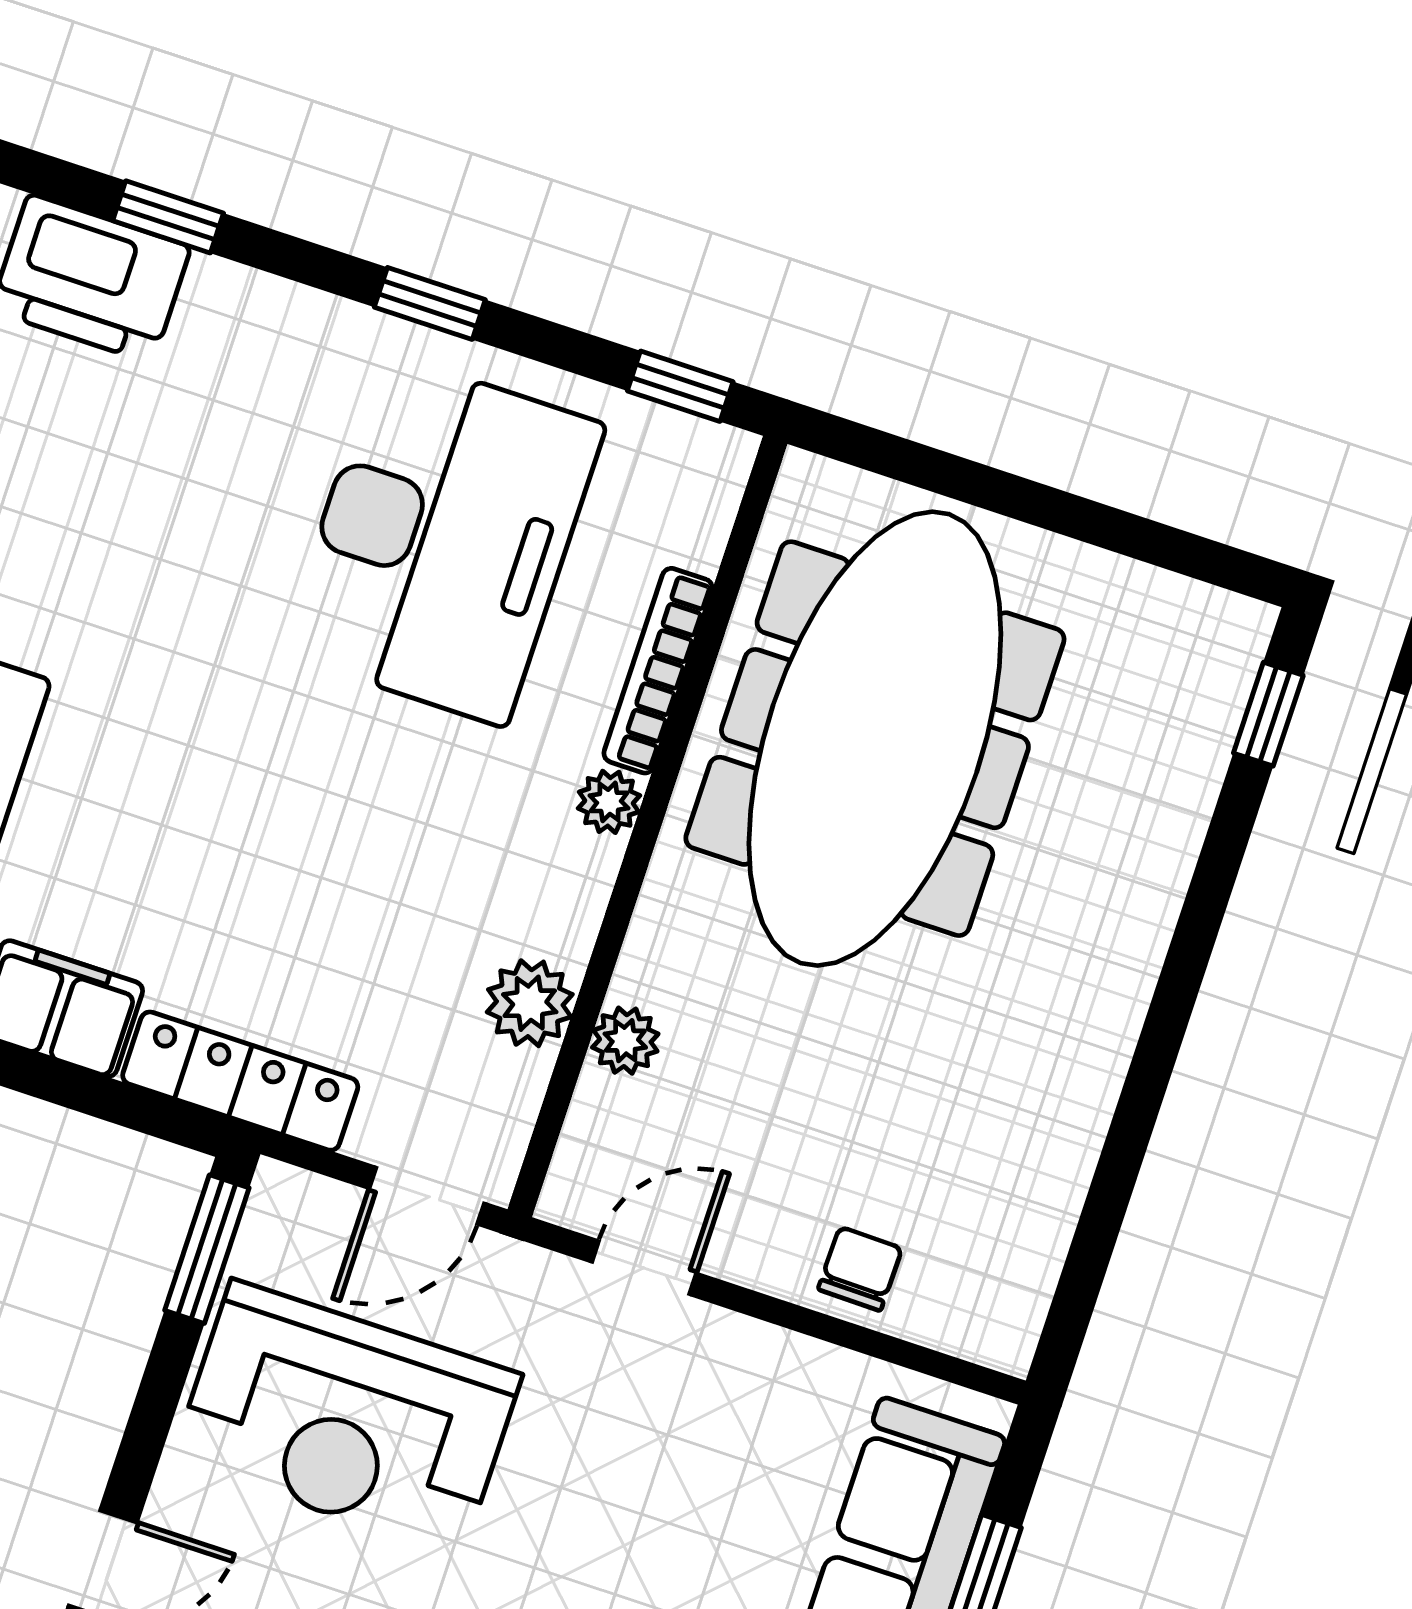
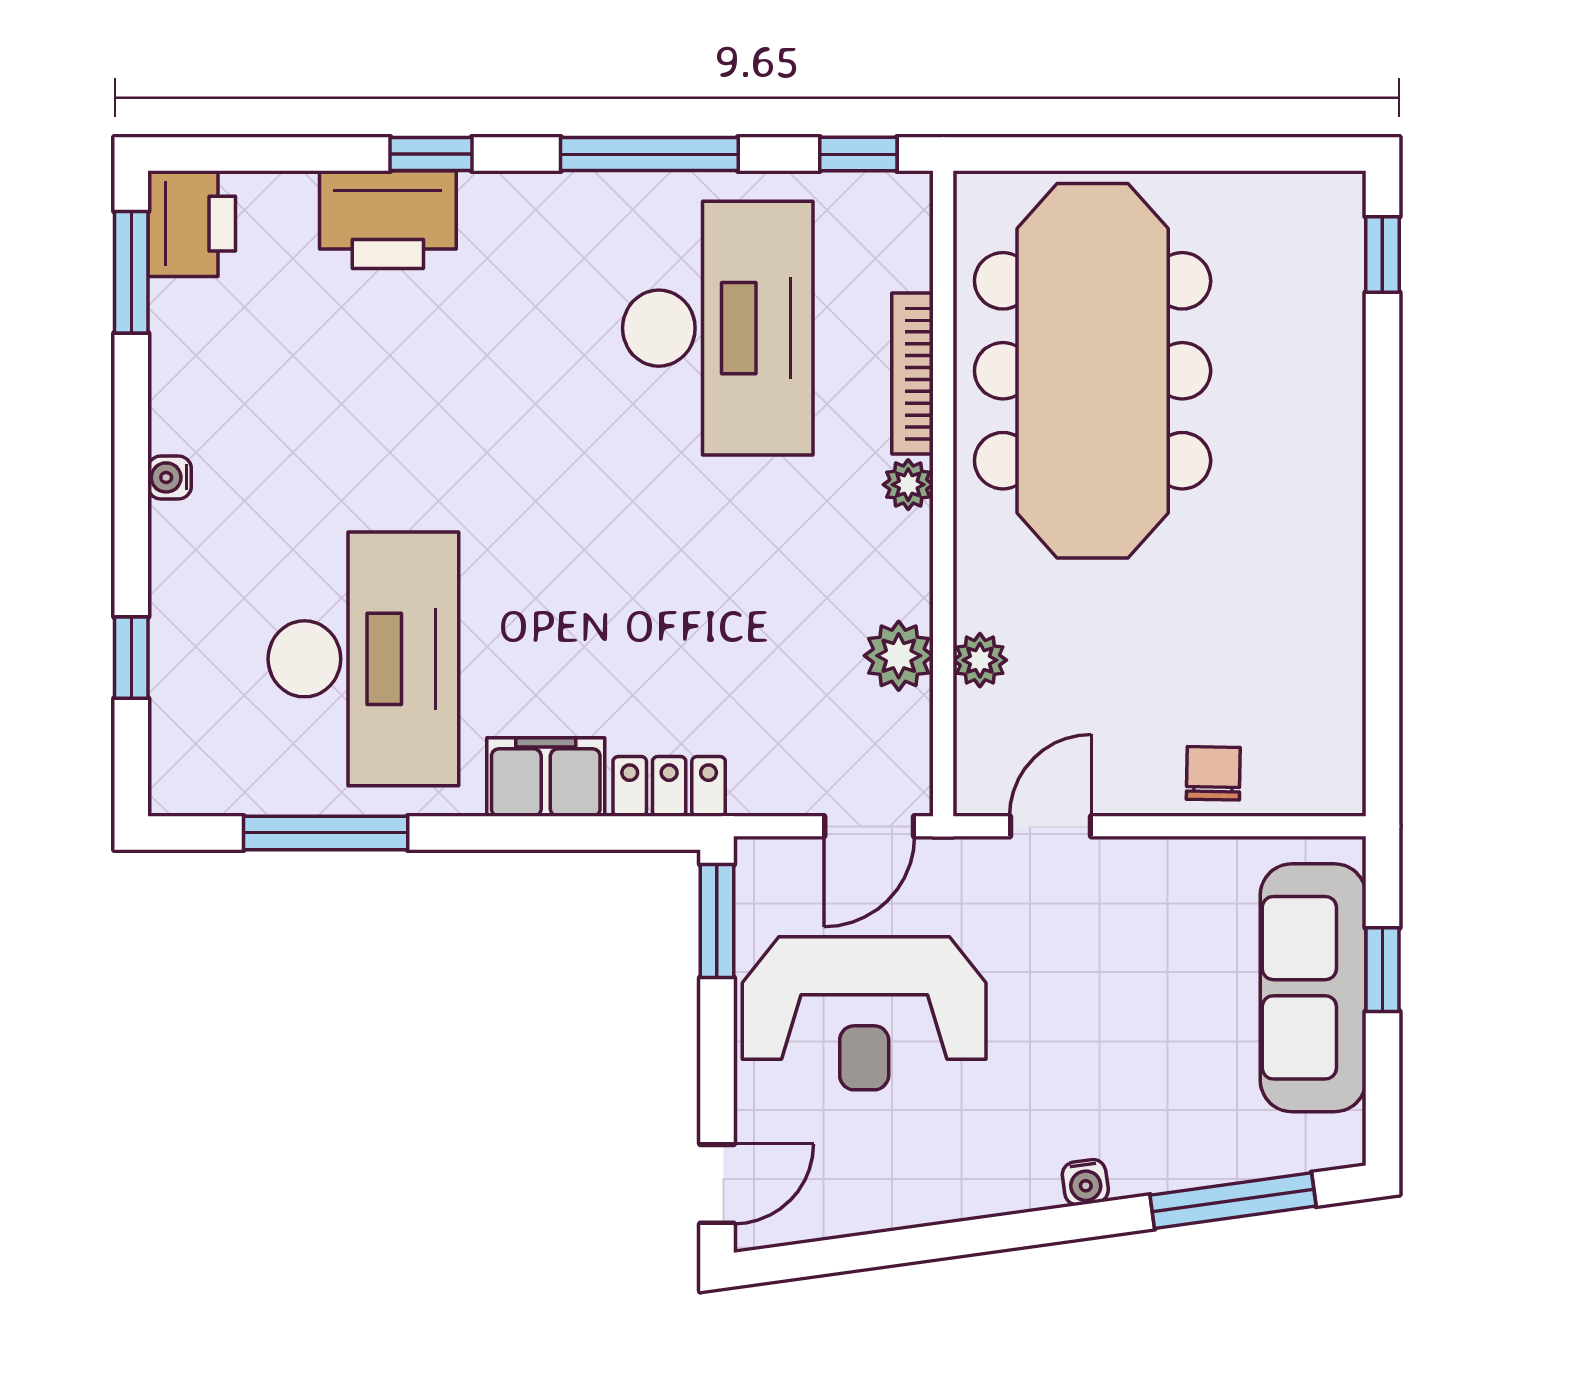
window: (430, 303) -> (649, 154), width x2.17
locker: (240, 1081) -> (669, 786), width x0.66

